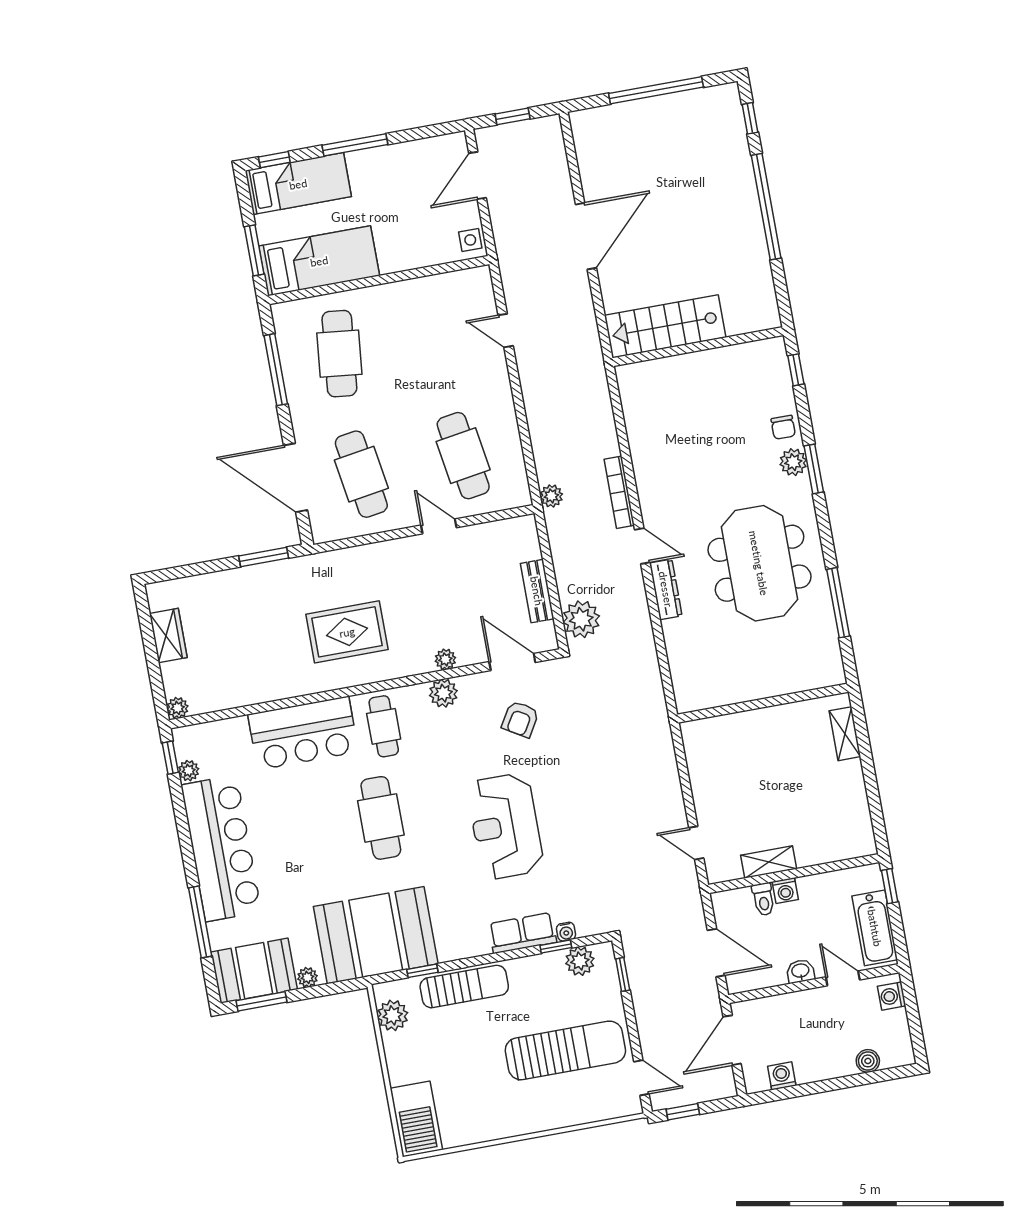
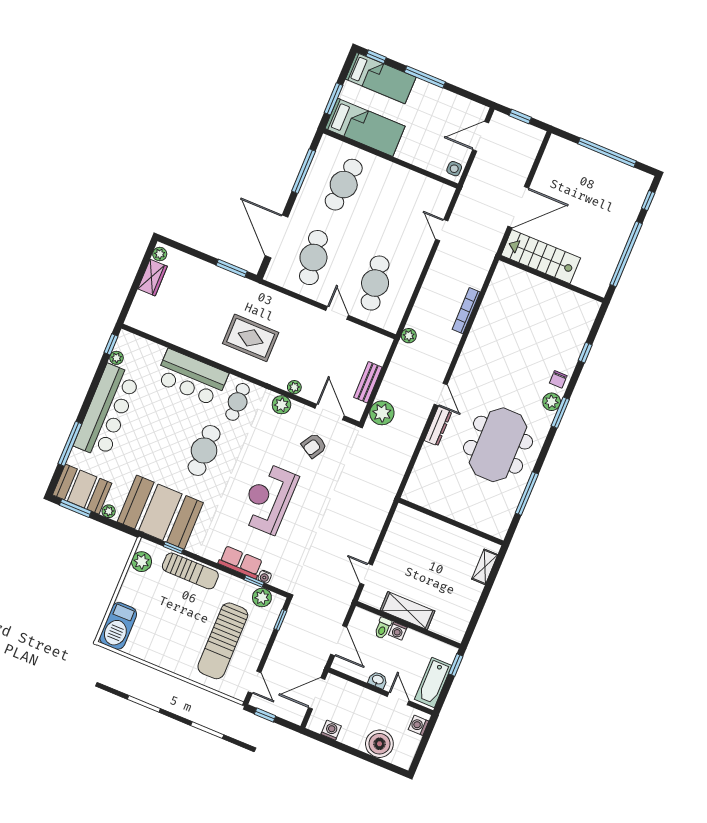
stairs: (665, 326) -> (541, 257), moved
wall: (698, 347) -> (552, 279), moved
bookcase: (619, 492) -> (466, 311), moved
plant: (178, 708) -> (160, 254), moved
shelving: (769, 862) -> (407, 611), width x1.50, depth x1.33
sun lounger: (565, 1050) -> (223, 641), turned 90
boiler: (868, 1061) -> (379, 744), width x1.86, depth x1.86

